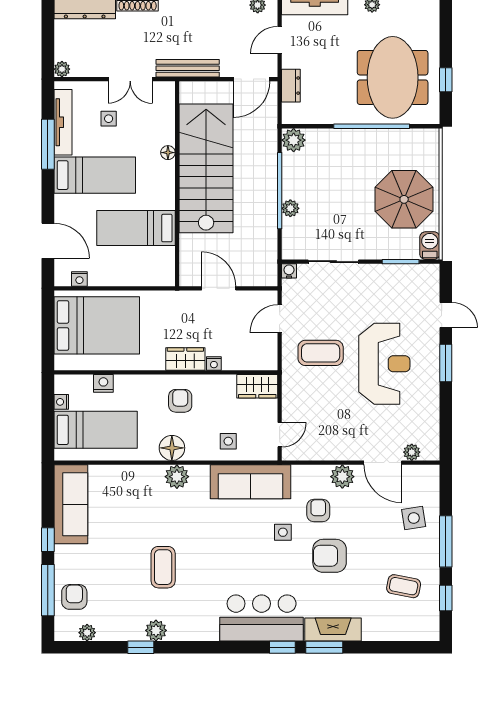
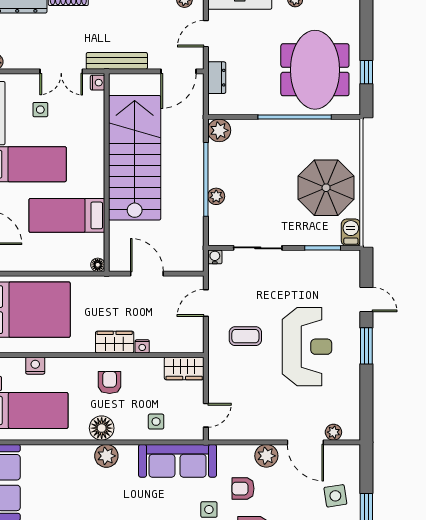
floor lamp: (168, 153) -> (98, 265), moved
nightstand: (79, 279) -> (98, 83), moved, turned -90
coffee table: (321, 353) -> (245, 336), width x0.73, depth x0.77
armchair: (318, 511) -> (243, 489), turned -90

